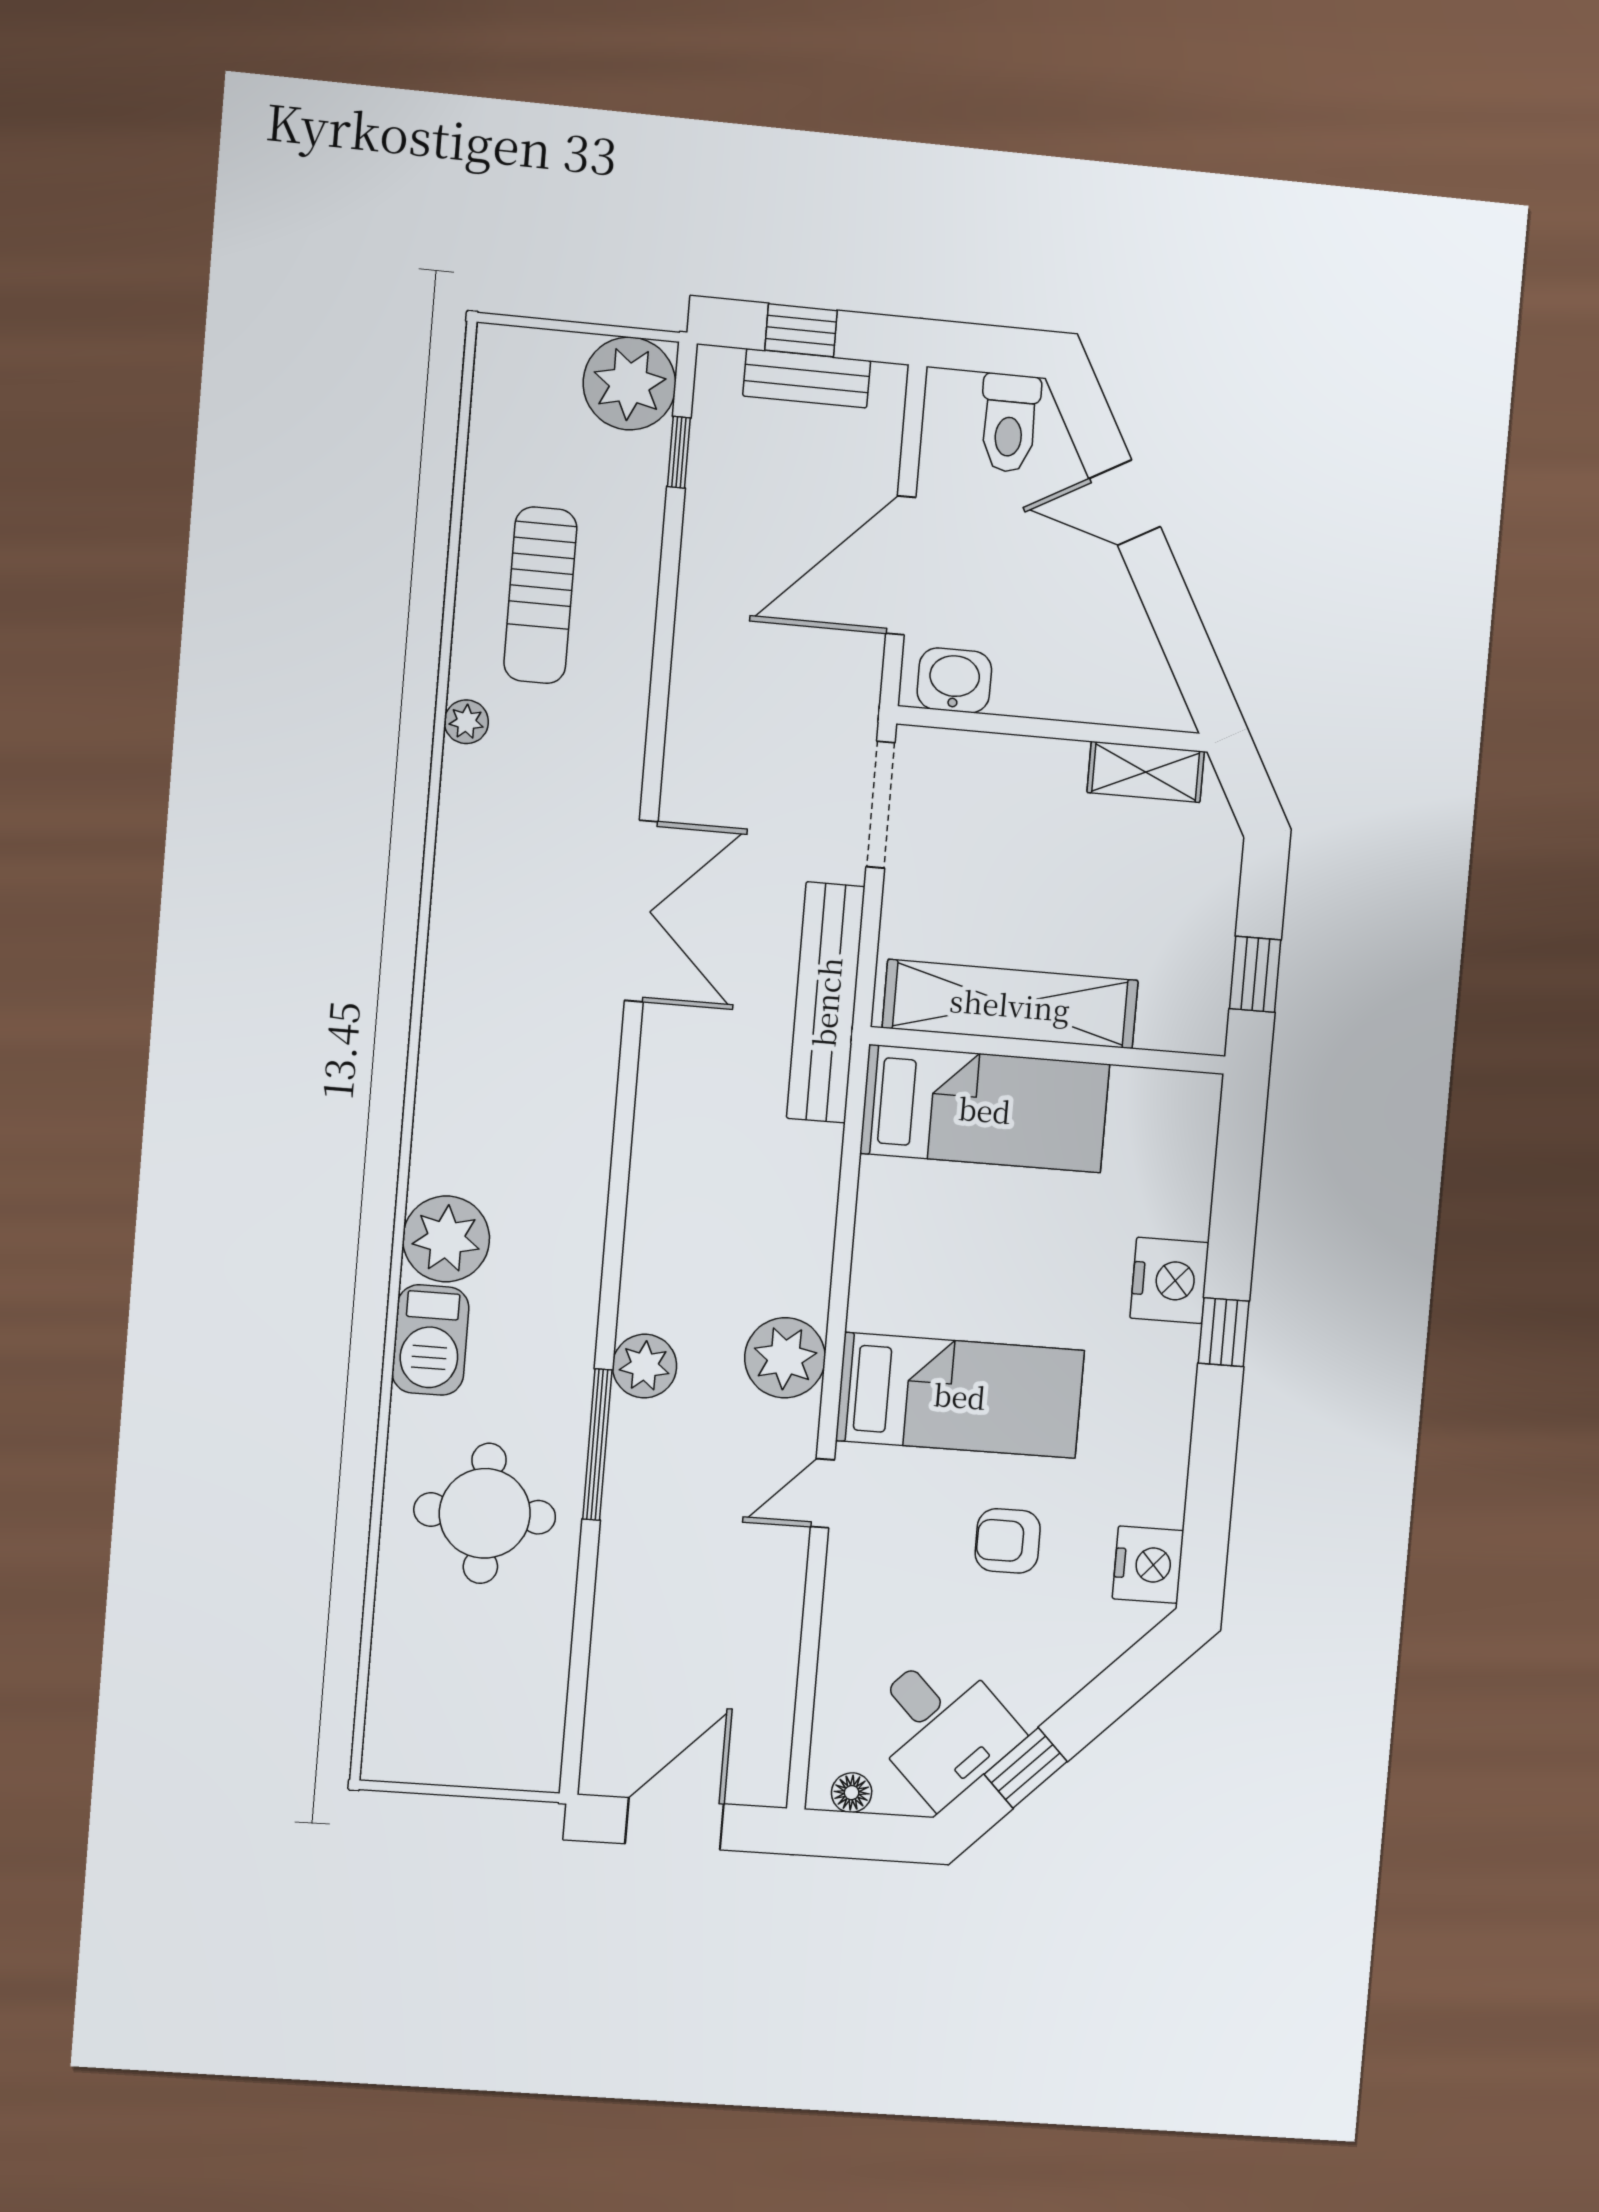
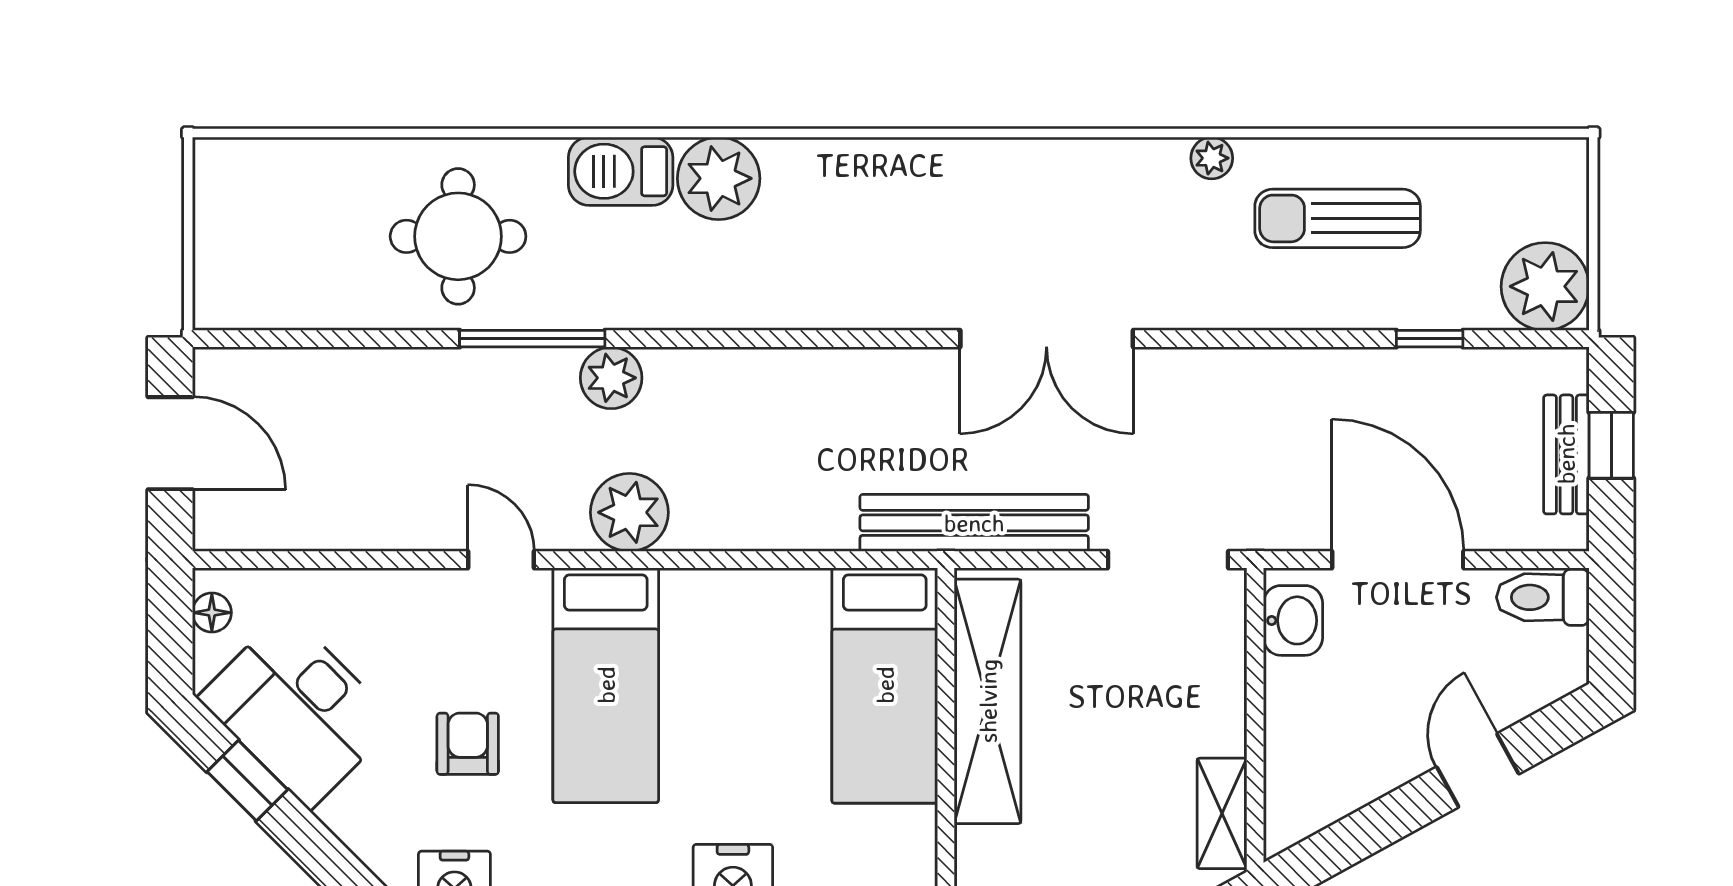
toilet: (1009, 423) -> (1543, 597), moved
window: (679, 452) -> (1430, 339), moved
desk: (941, 1727) -> (298, 710), width x1.37

